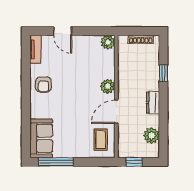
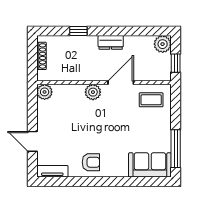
door: (63, 31) -> (32, 141), swing flipped
door: (116, 112) -> (121, 83), swing flipped
plant: (152, 136) -> (163, 44), moved

